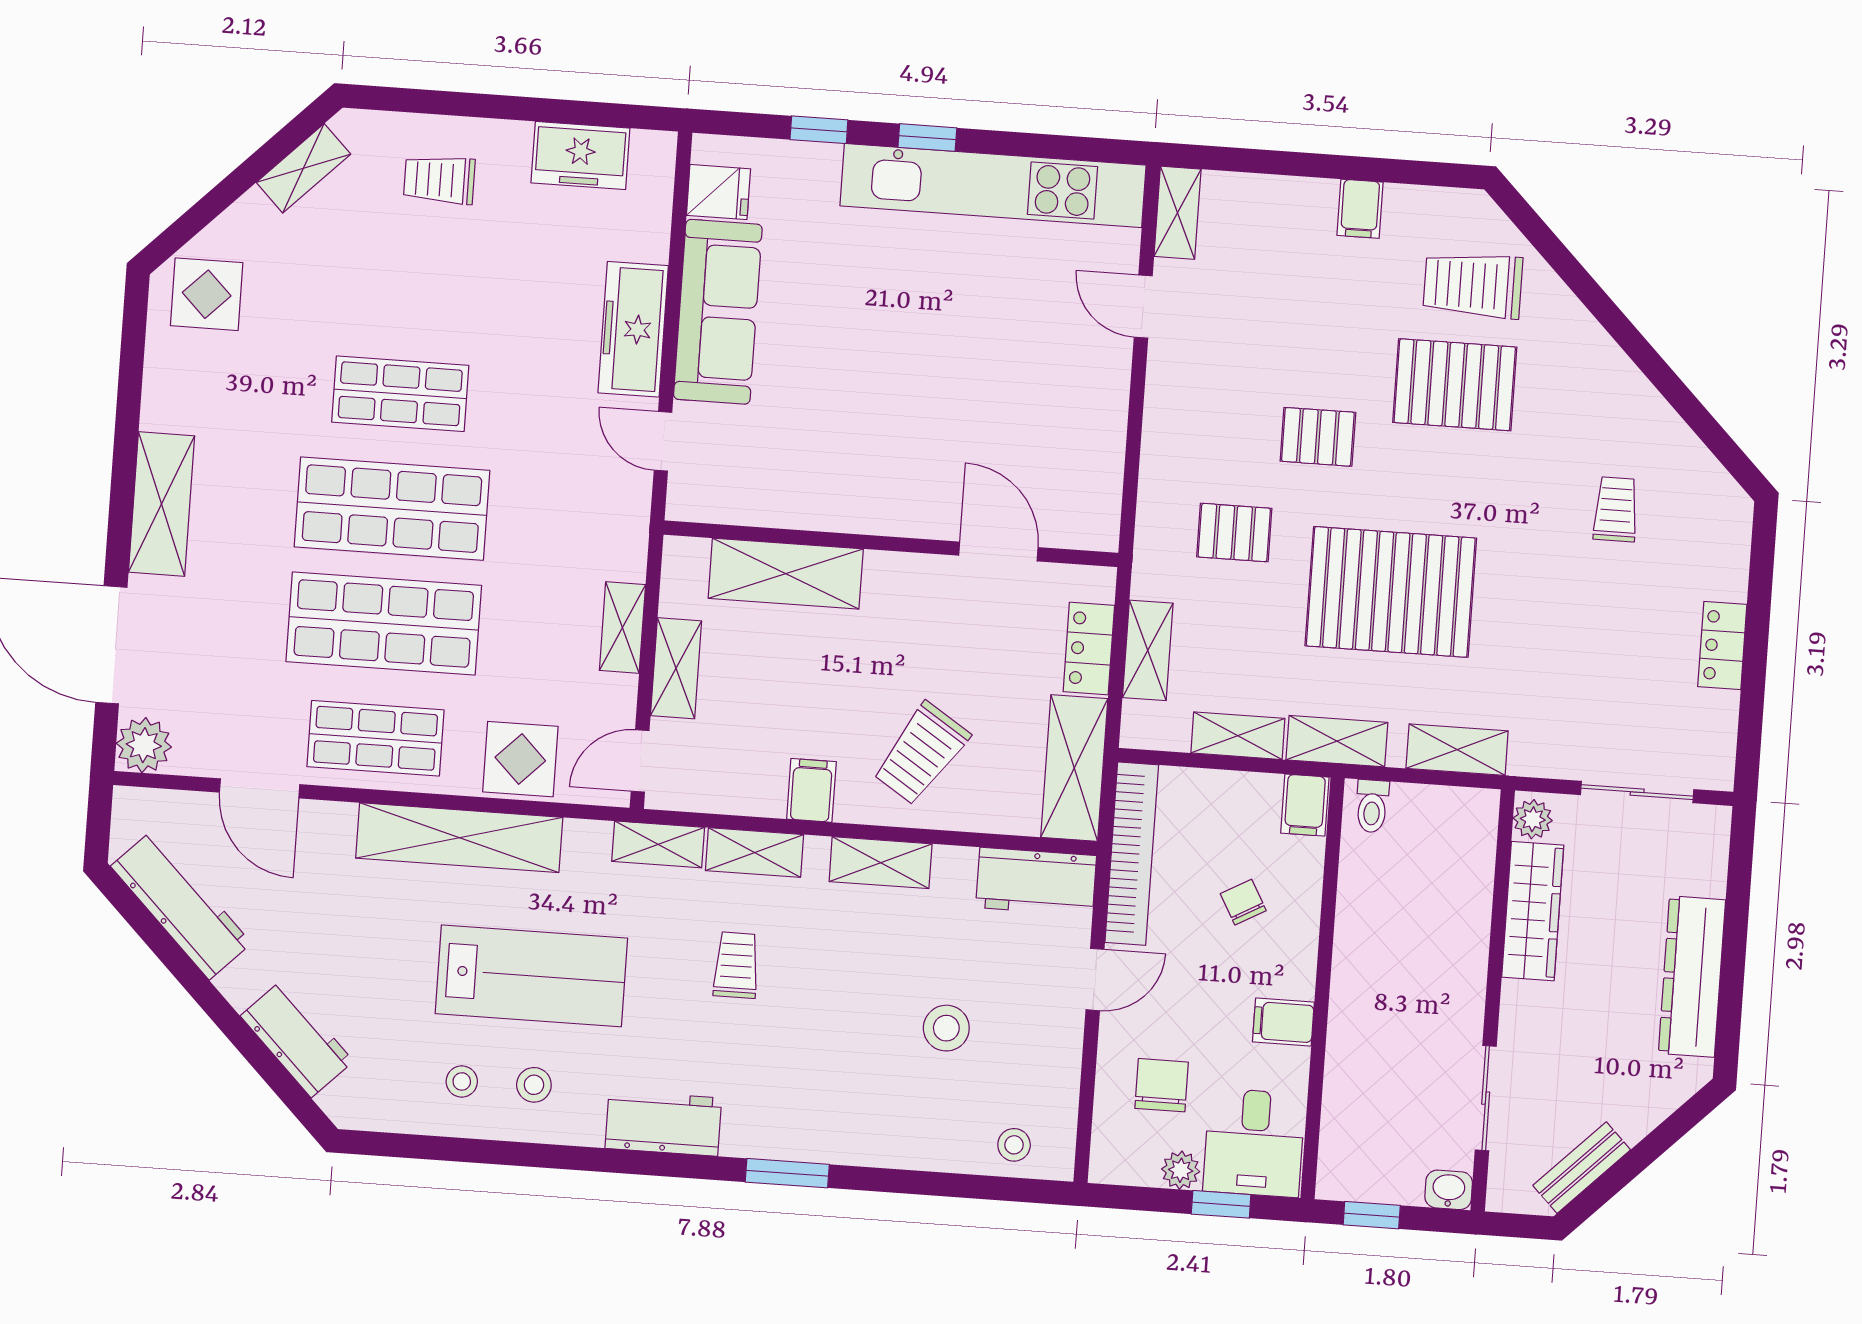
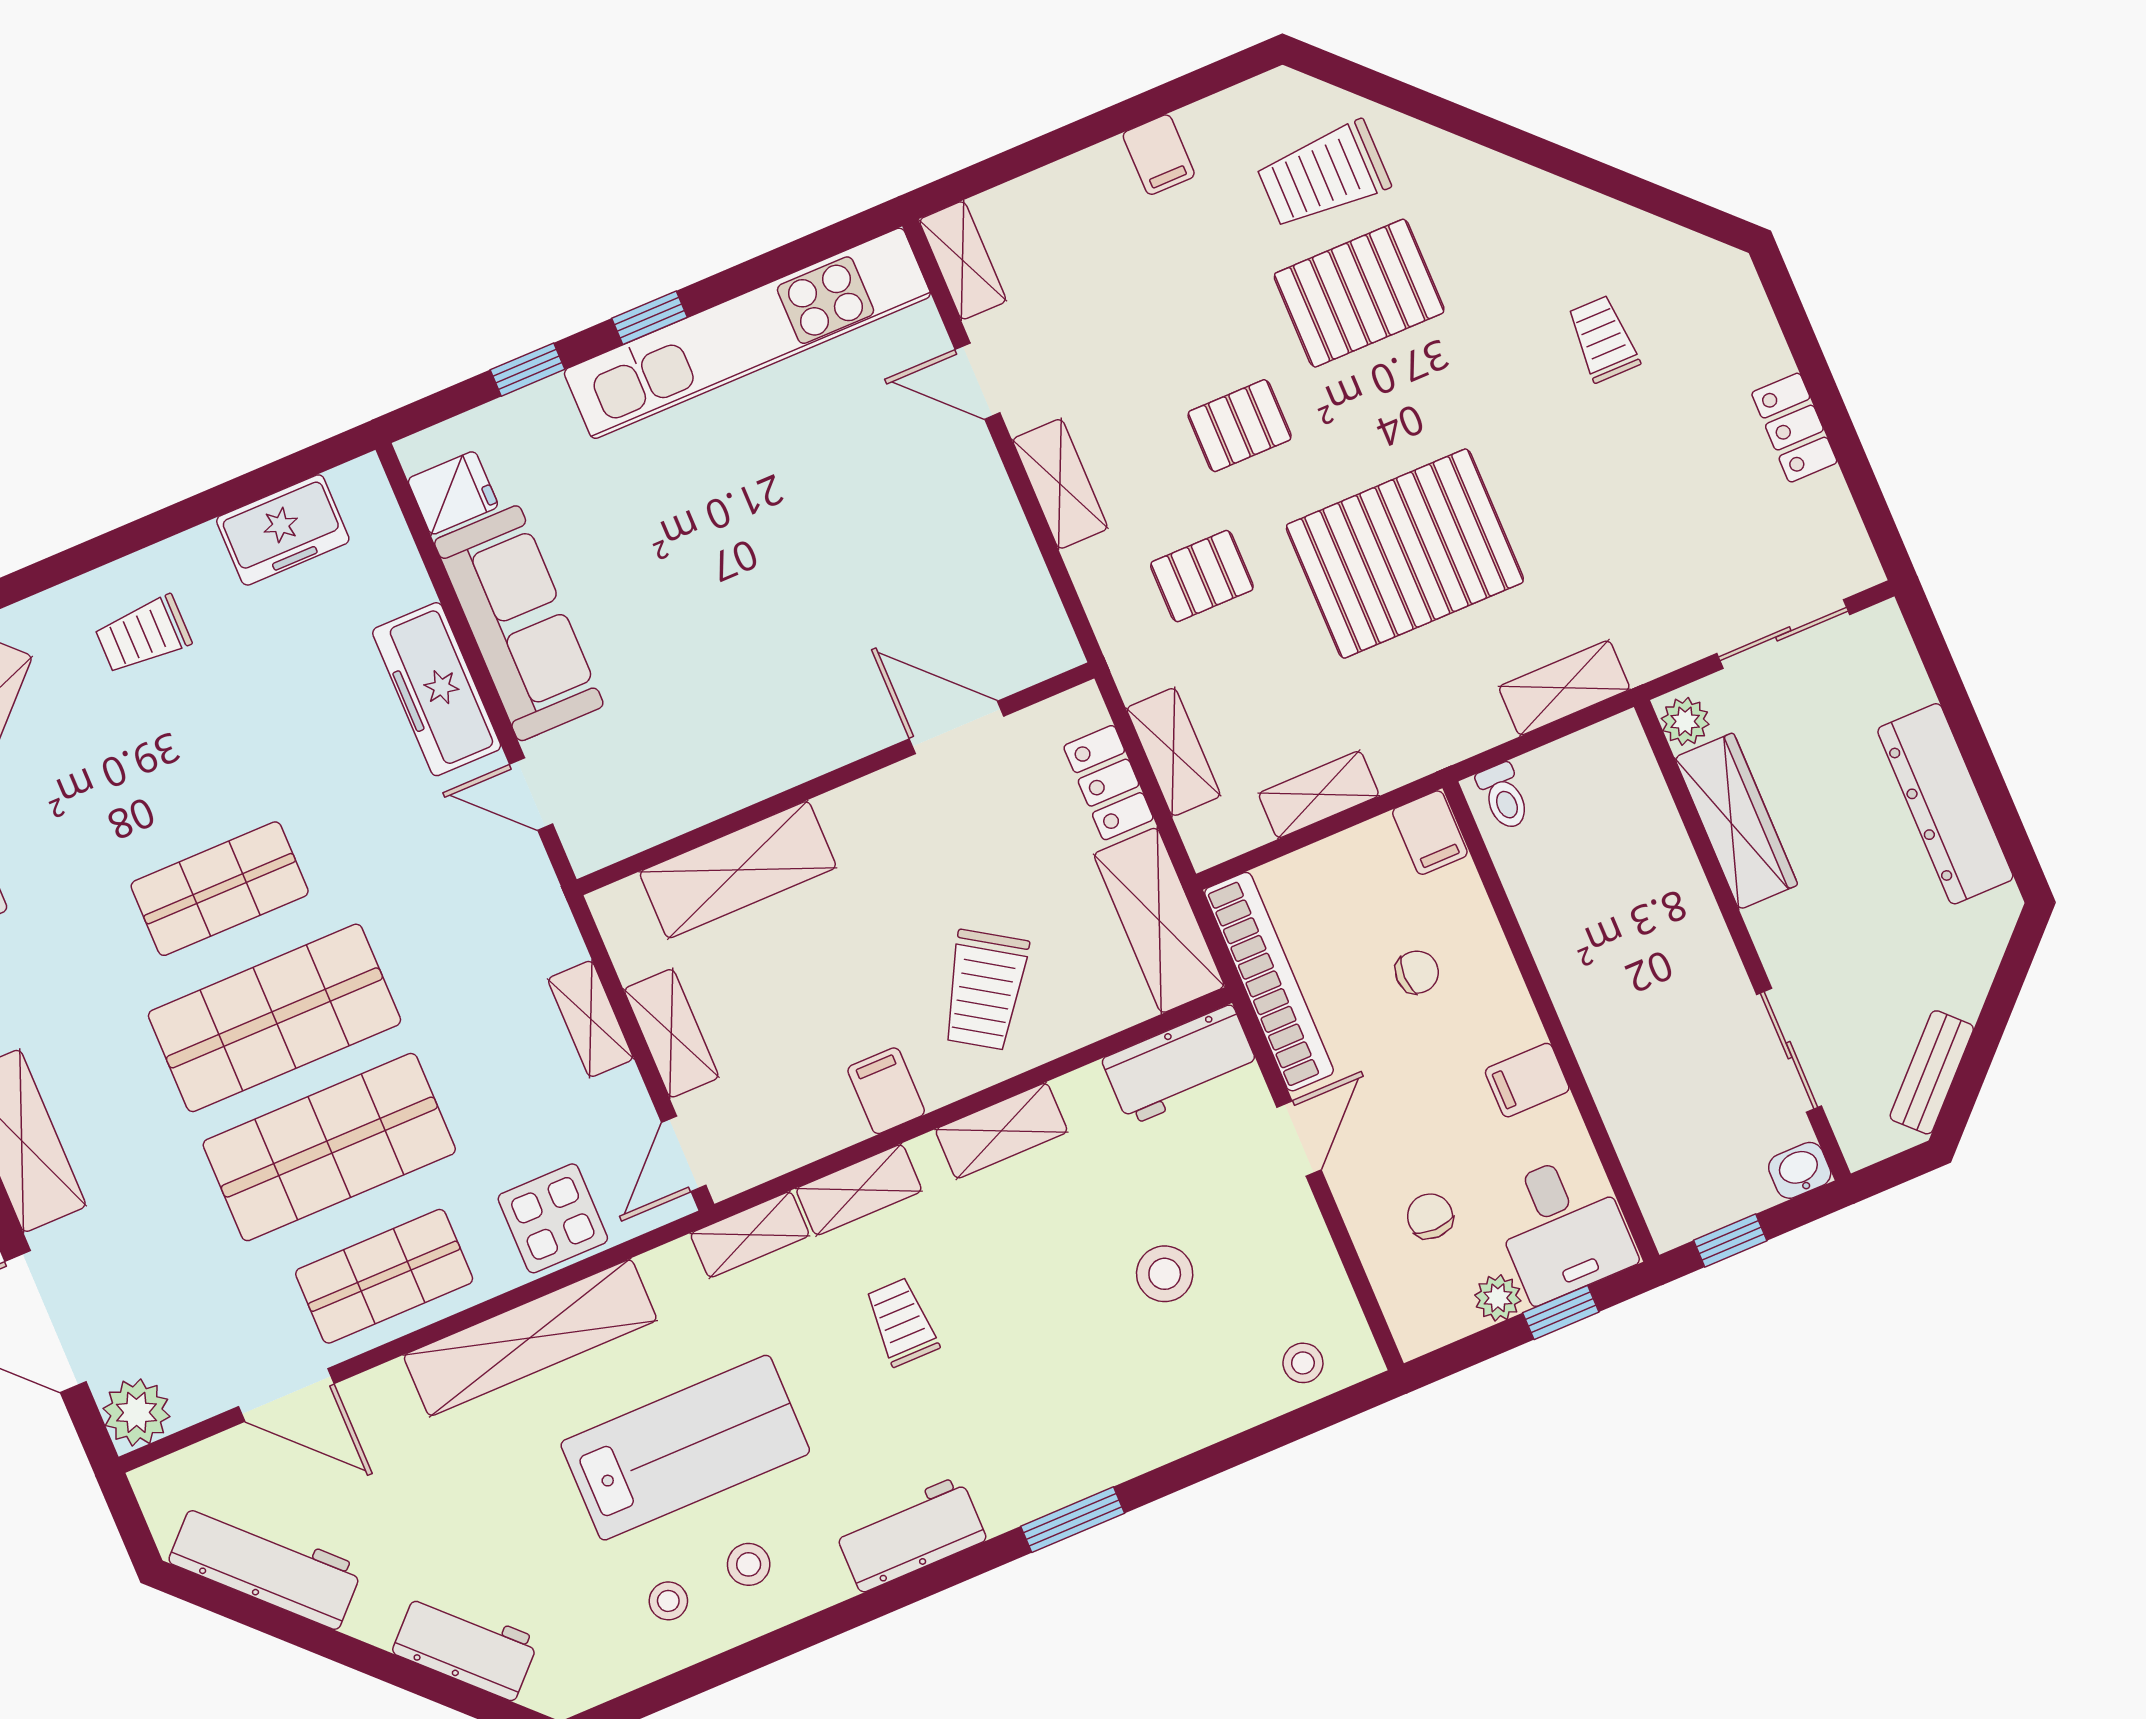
shelving: (1337, 741) -> (1060, 484), moved, turned 90
chair: (1243, 902) -> (1417, 972), turned 119
chair: (1162, 1085) -> (1430, 1216), width x0.73, depth x0.73

